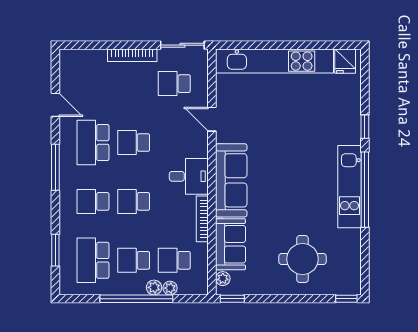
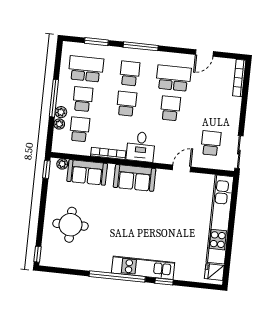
bookcase: (132, 55) -> (239, 78), moved
window: (55, 167) -> (141, 46), moved
sofa: (231, 180) -> (135, 178), width x0.73
kitchen unit: (349, 187) -> (143, 268), moved
window: (136, 299) -> (54, 98), width x0.68

